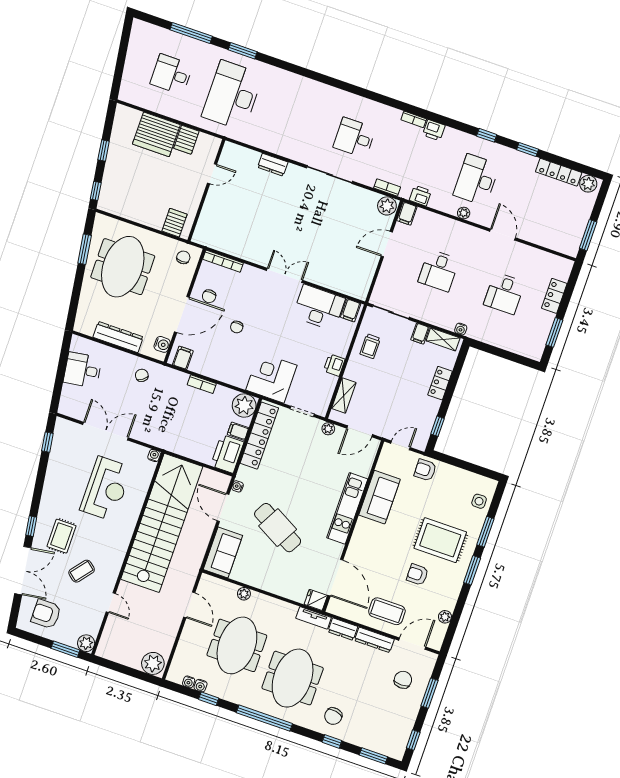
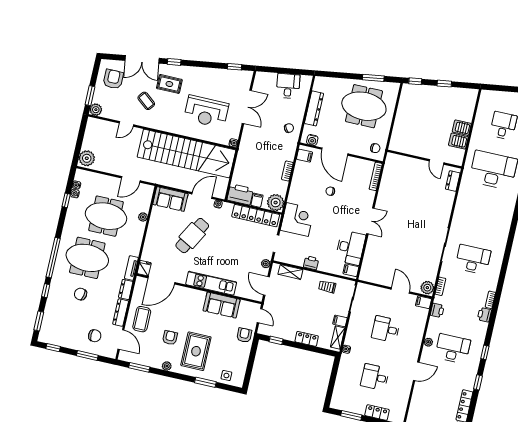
server rack: (156, 134) -> (462, 128), width x0.46, depth x0.70
desk: (354, 138) -> (473, 259), width x1.37
dresser: (273, 165) -> (453, 181), moved
server rack: (174, 223) -> (399, 139), removed
chair: (209, 296) -> (350, 169), removed
window: (472, 570) -> (139, 367), moved
plant: (445, 617) -> (167, 366), moved
chair: (333, 716) -> (81, 294), moved
window: (264, 718) -> (53, 258), moved

